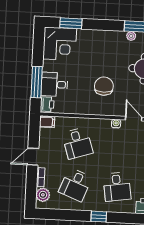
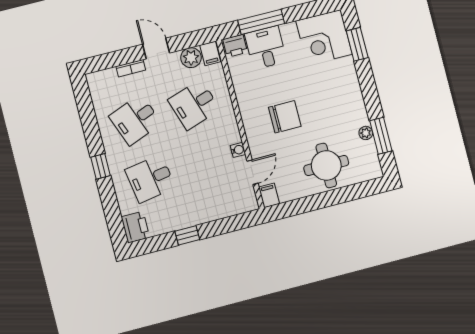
desk: (75, 185) -> (135, 120), turned -42
plant: (43, 195) -> (191, 58), moved

